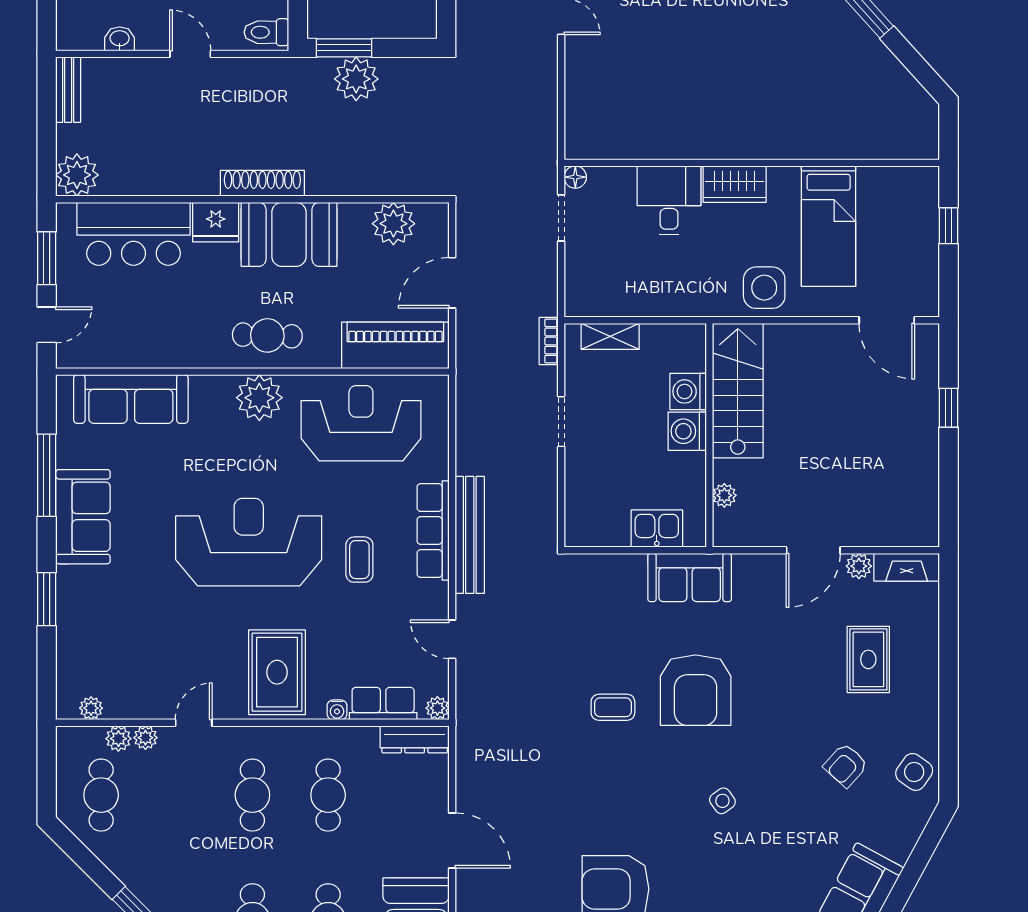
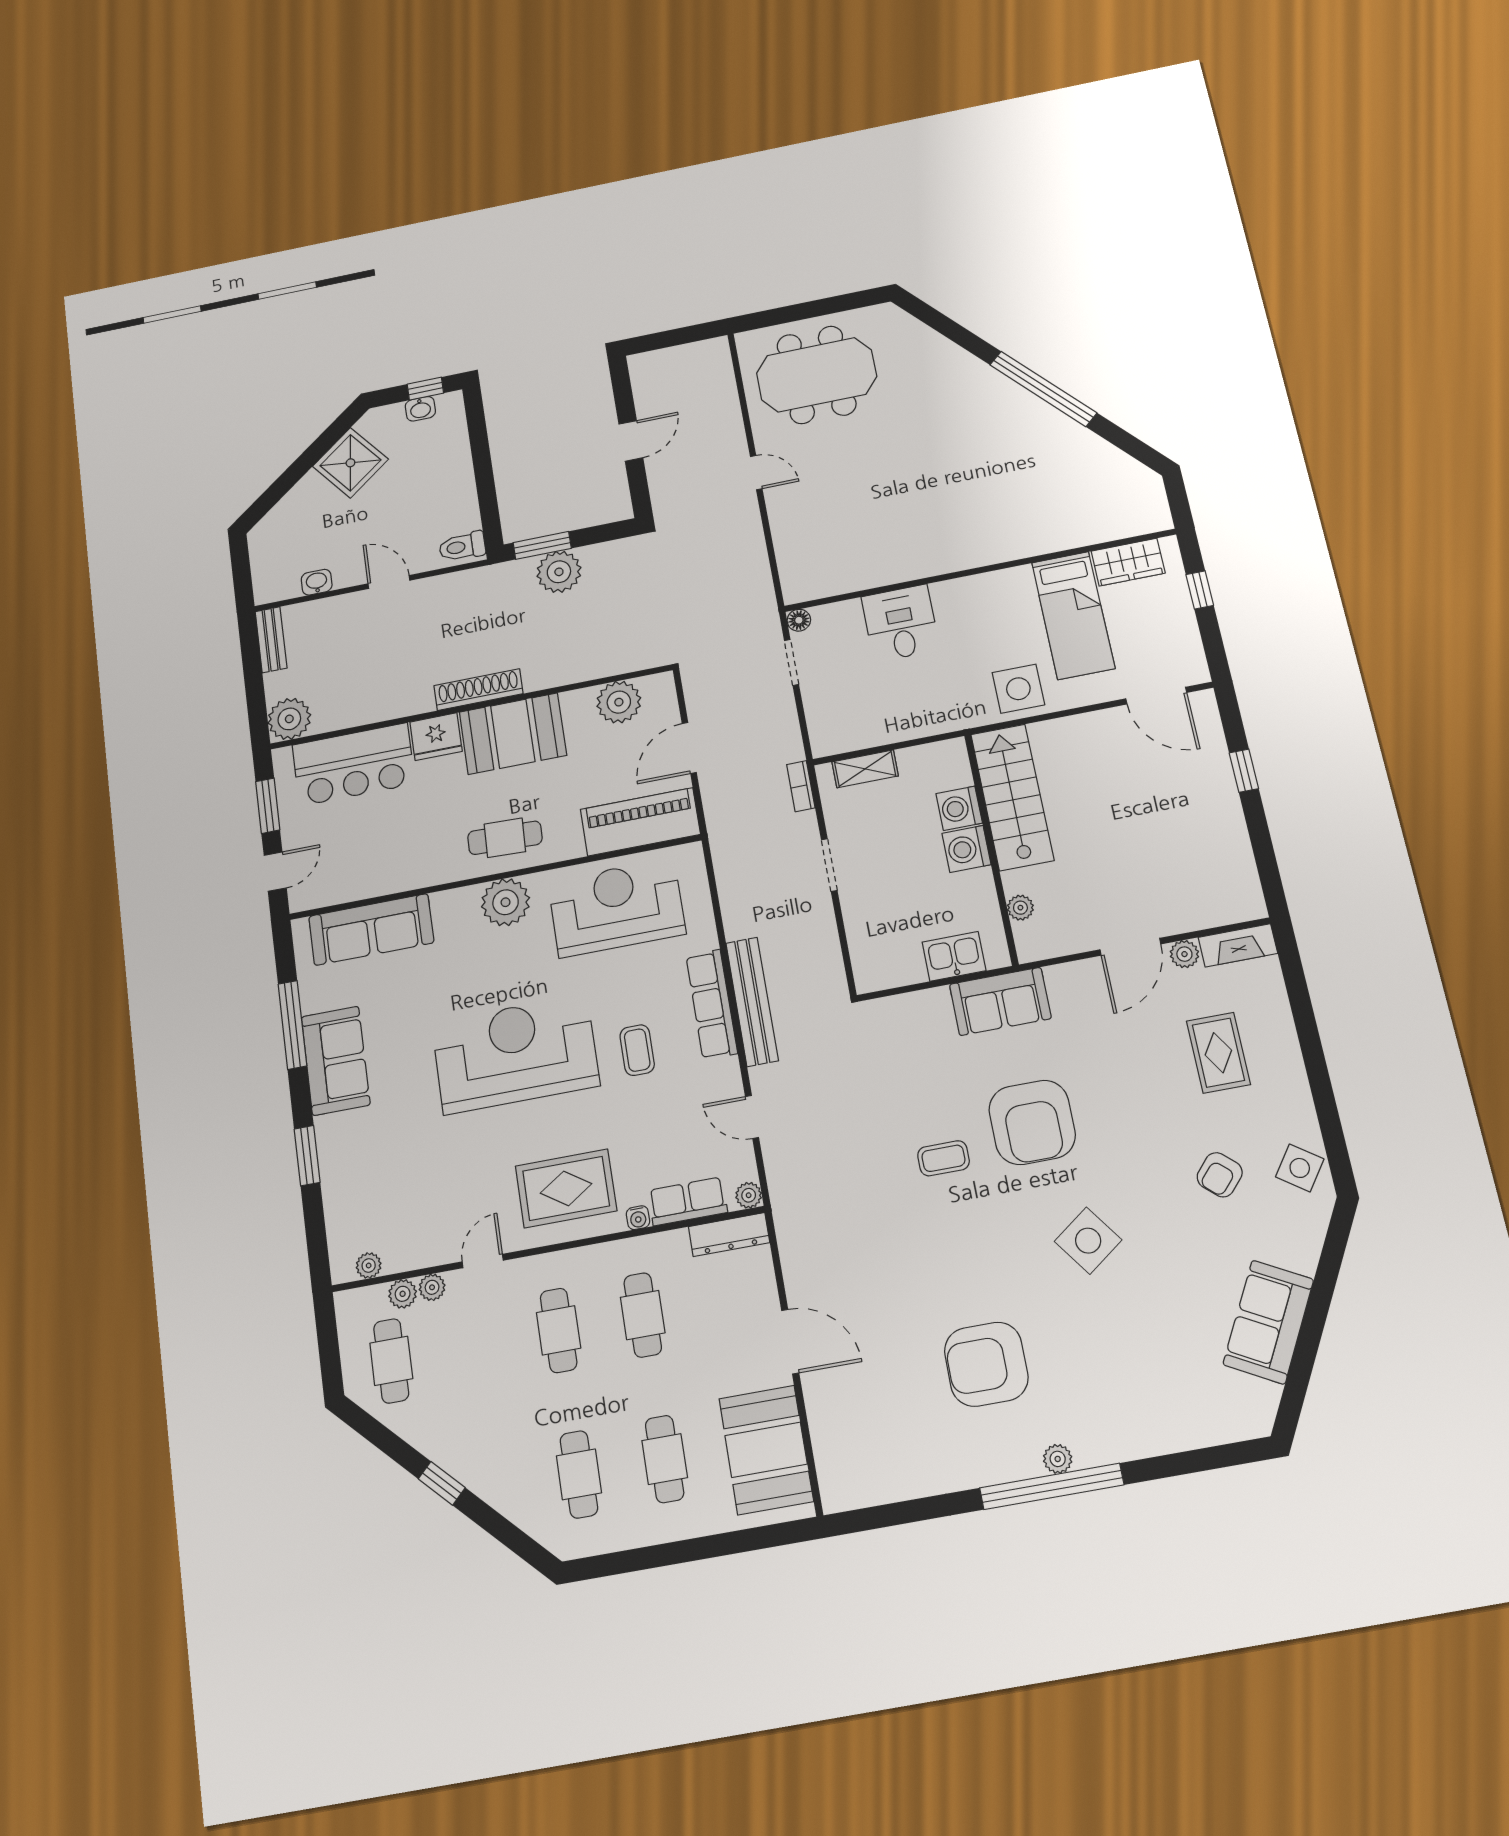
wardrobe: (735, 184) -> (1128, 562), moved
rug: (277, 672) -> (566, 1188), turned 90
side table: (722, 801) -> (1088, 1241), width x1.87, depth x1.87

